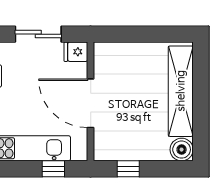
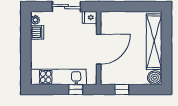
door: (91, 103) -> (99, 49), swing flipped

